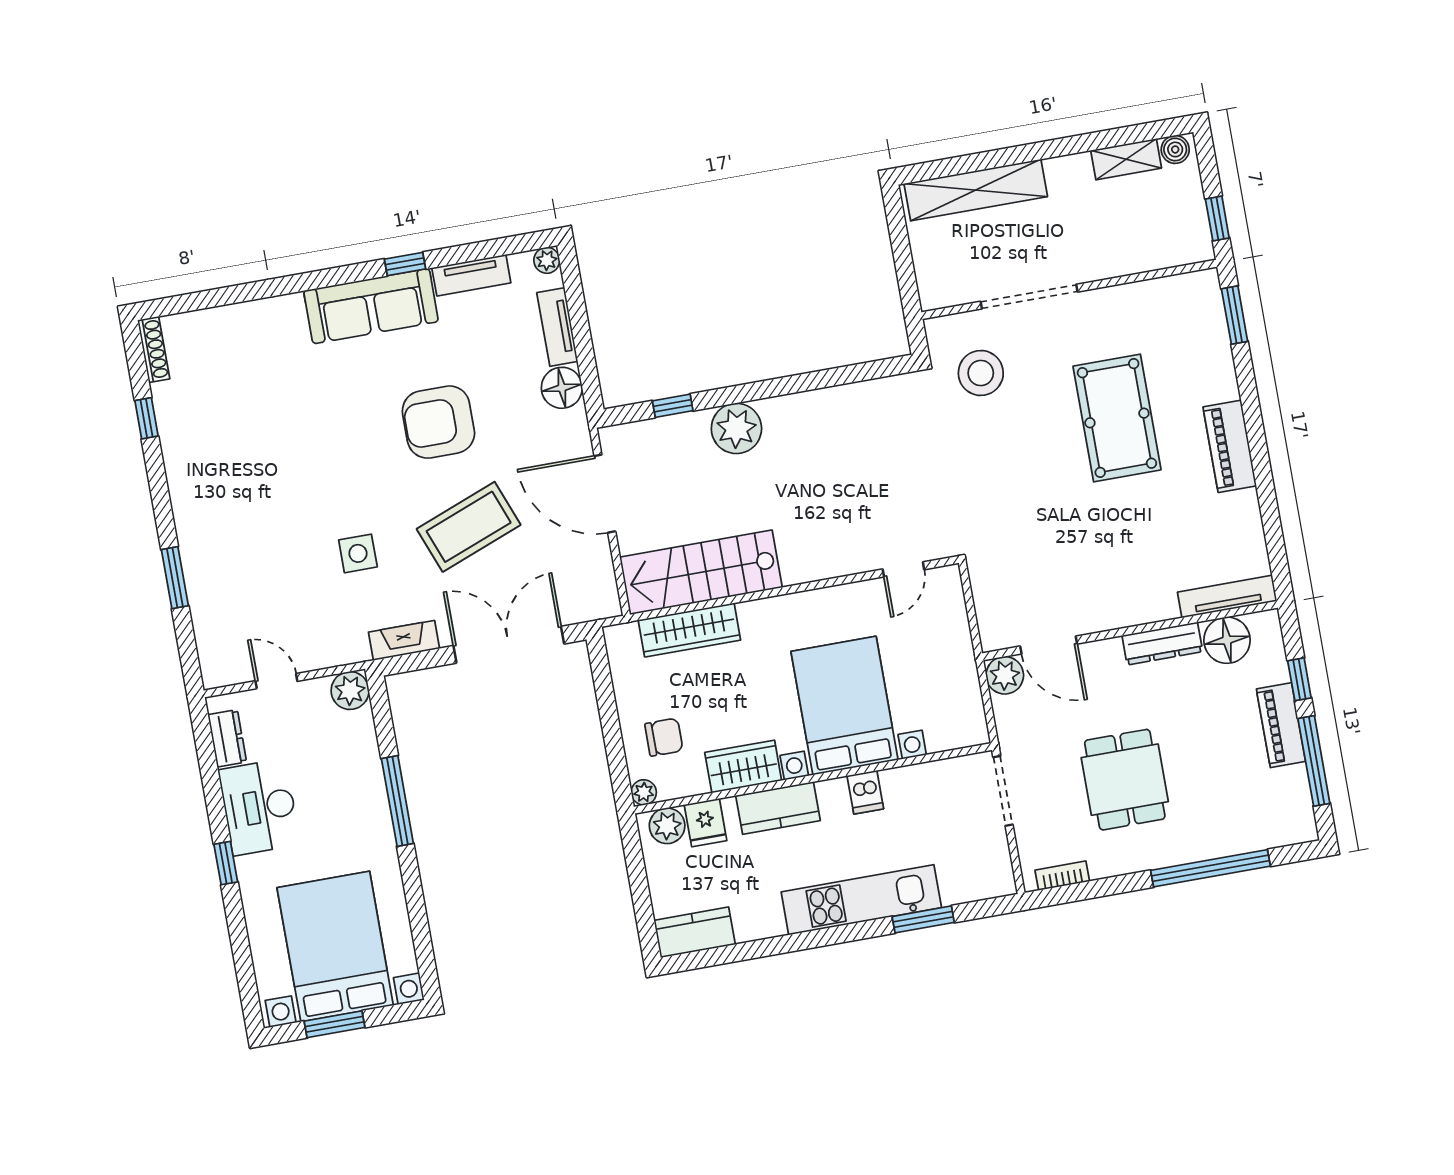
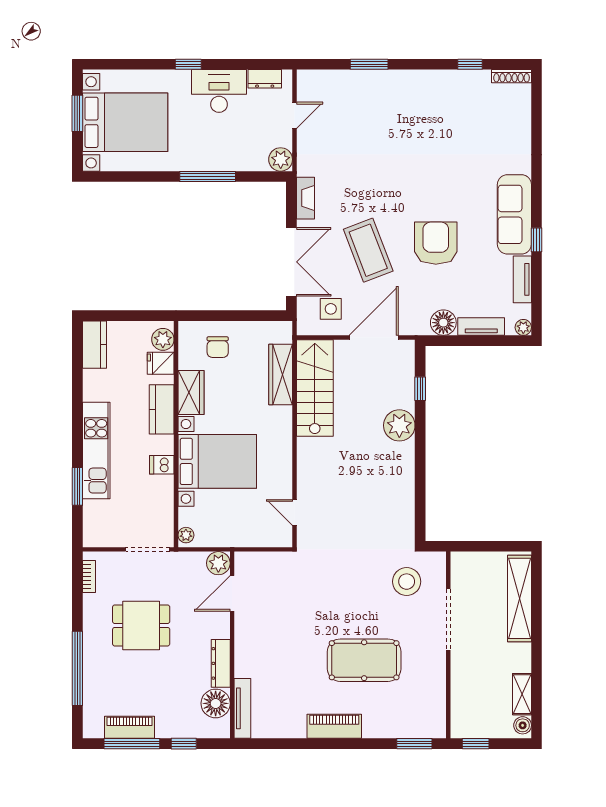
side table: (358, 553) -> (331, 309), moved
piano: (1281, 725) -> (129, 727), moved
plant: (644, 792) -> (186, 535), moved

